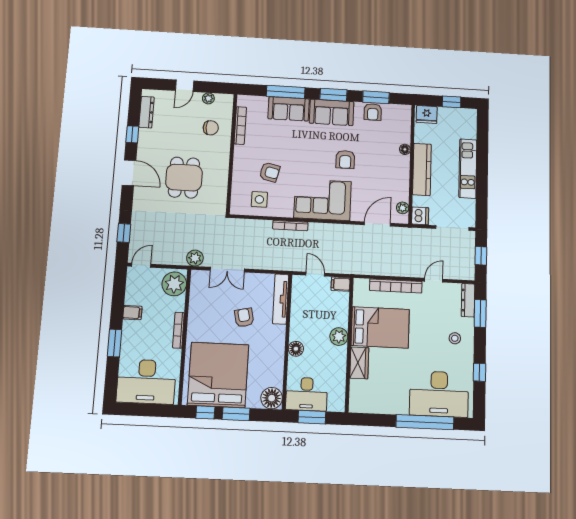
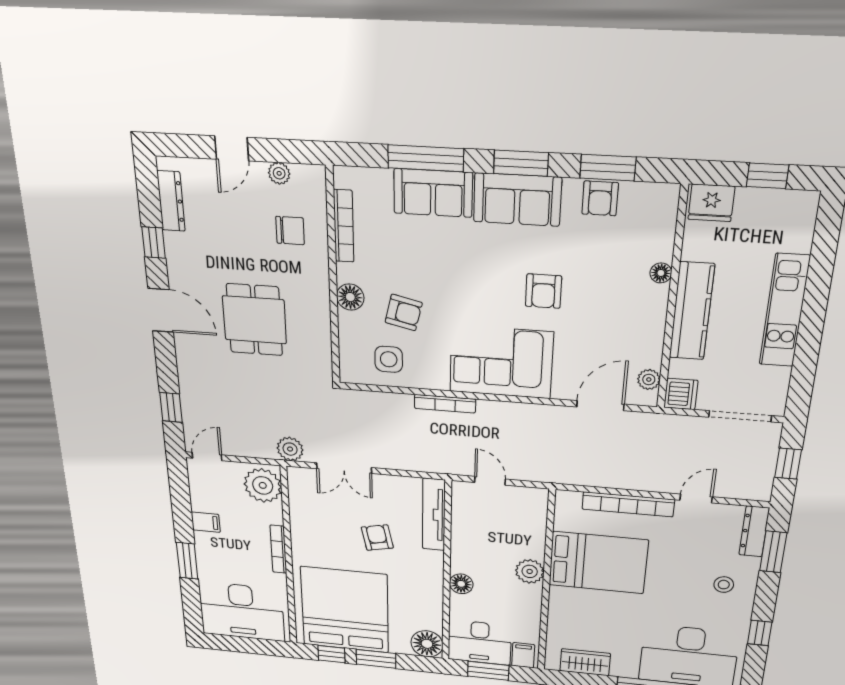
floor lamp: (240, 164) -> (350, 297), added
filing cabinet: (341, 284) -> (523, 655), moved, turned 90
wardrobe: (359, 363) -> (585, 662), moved, turned -90

